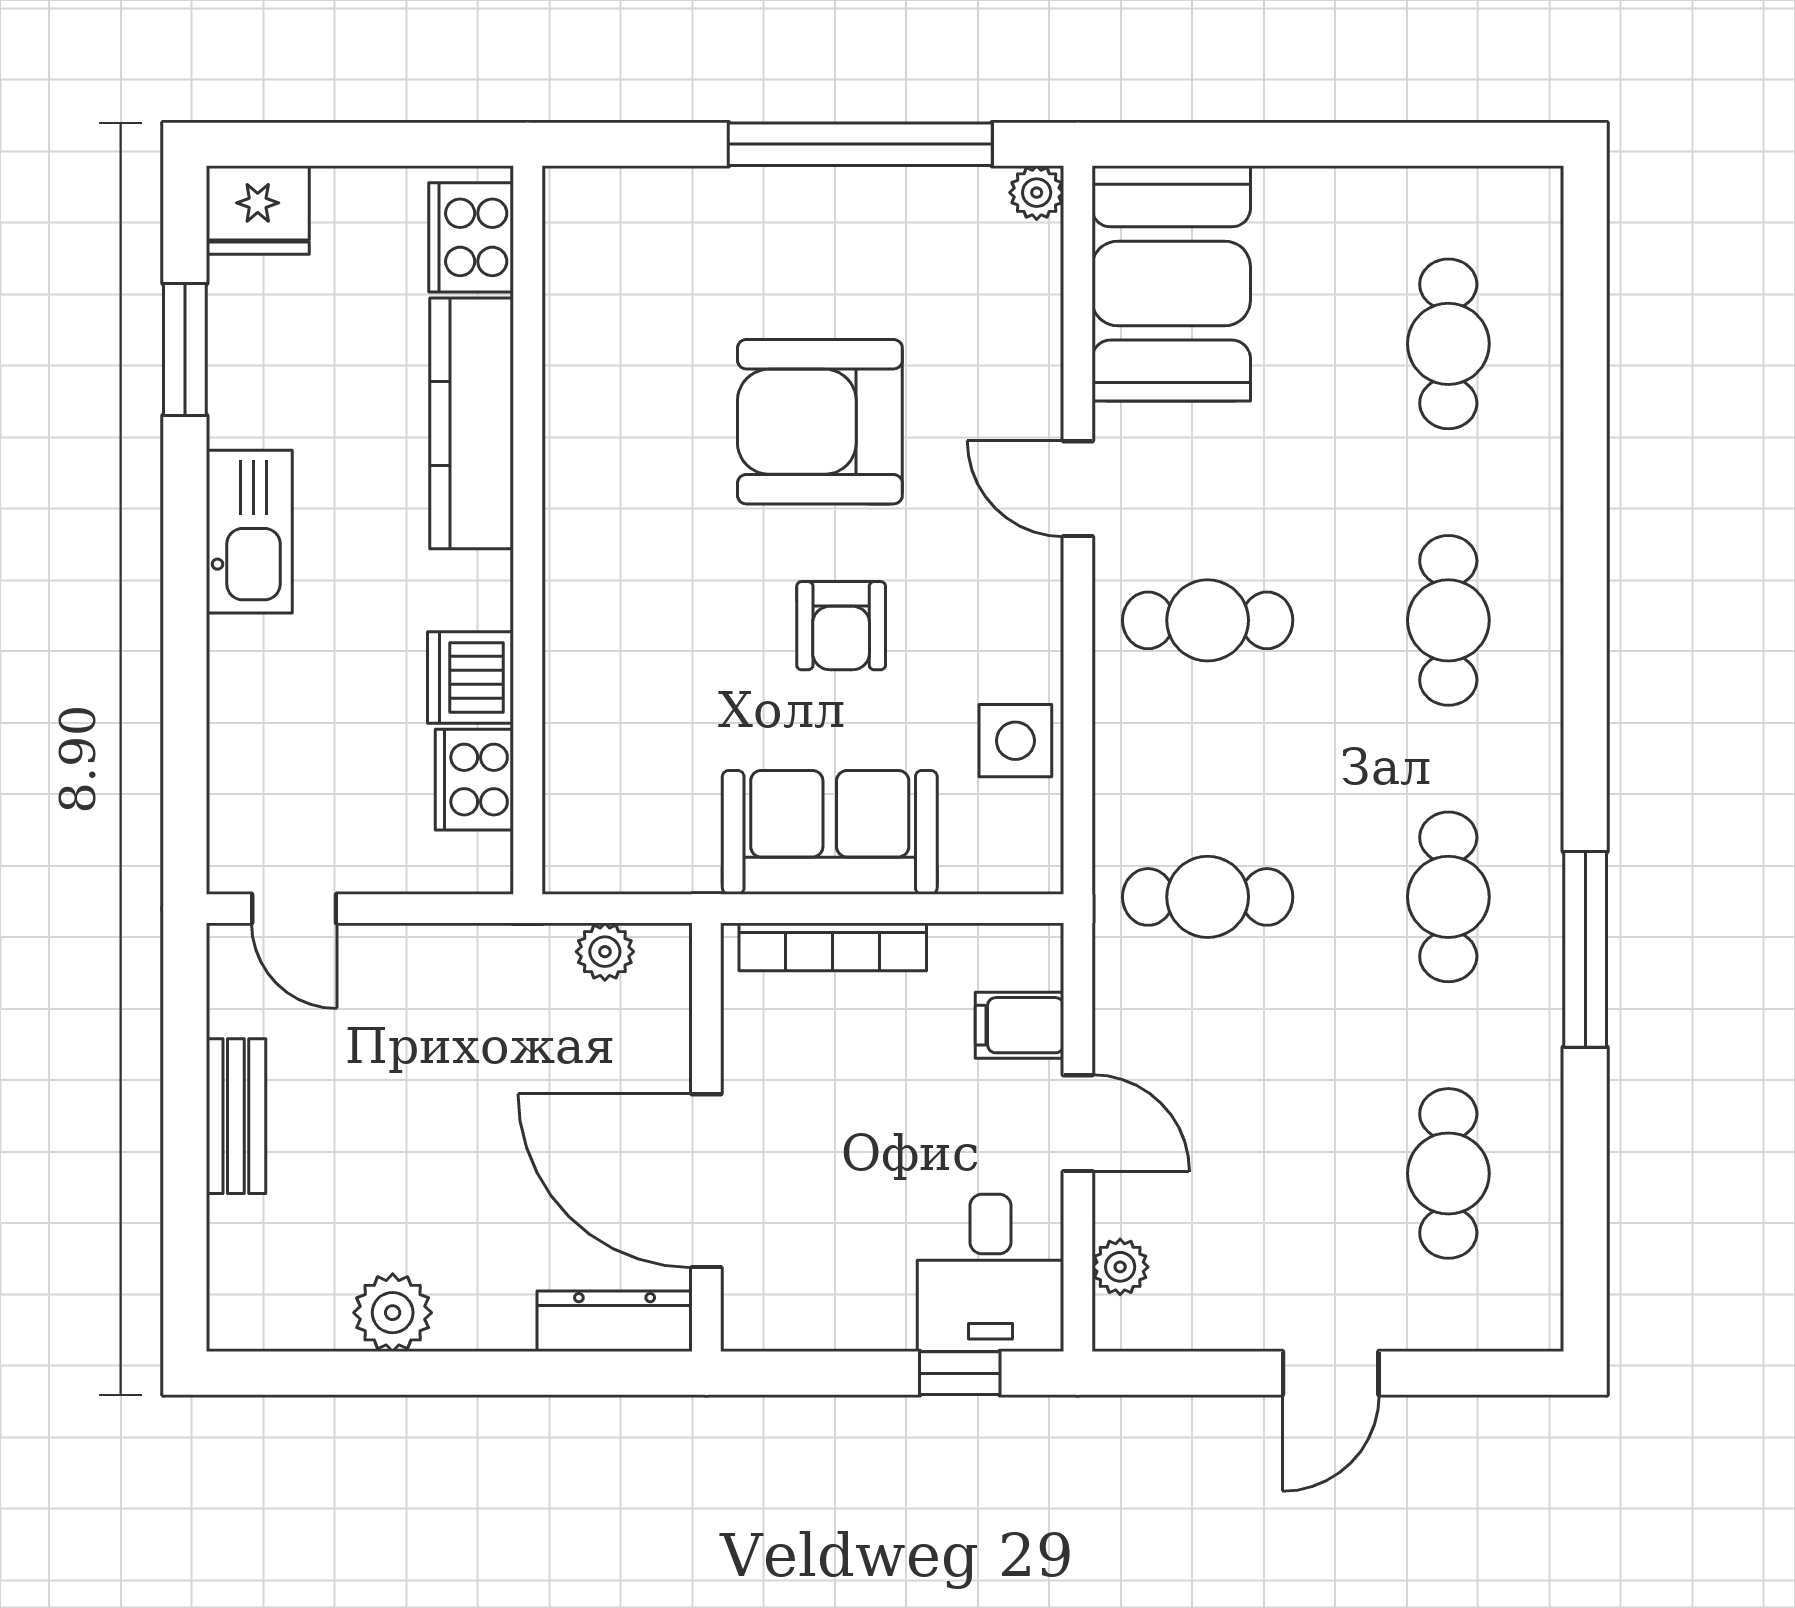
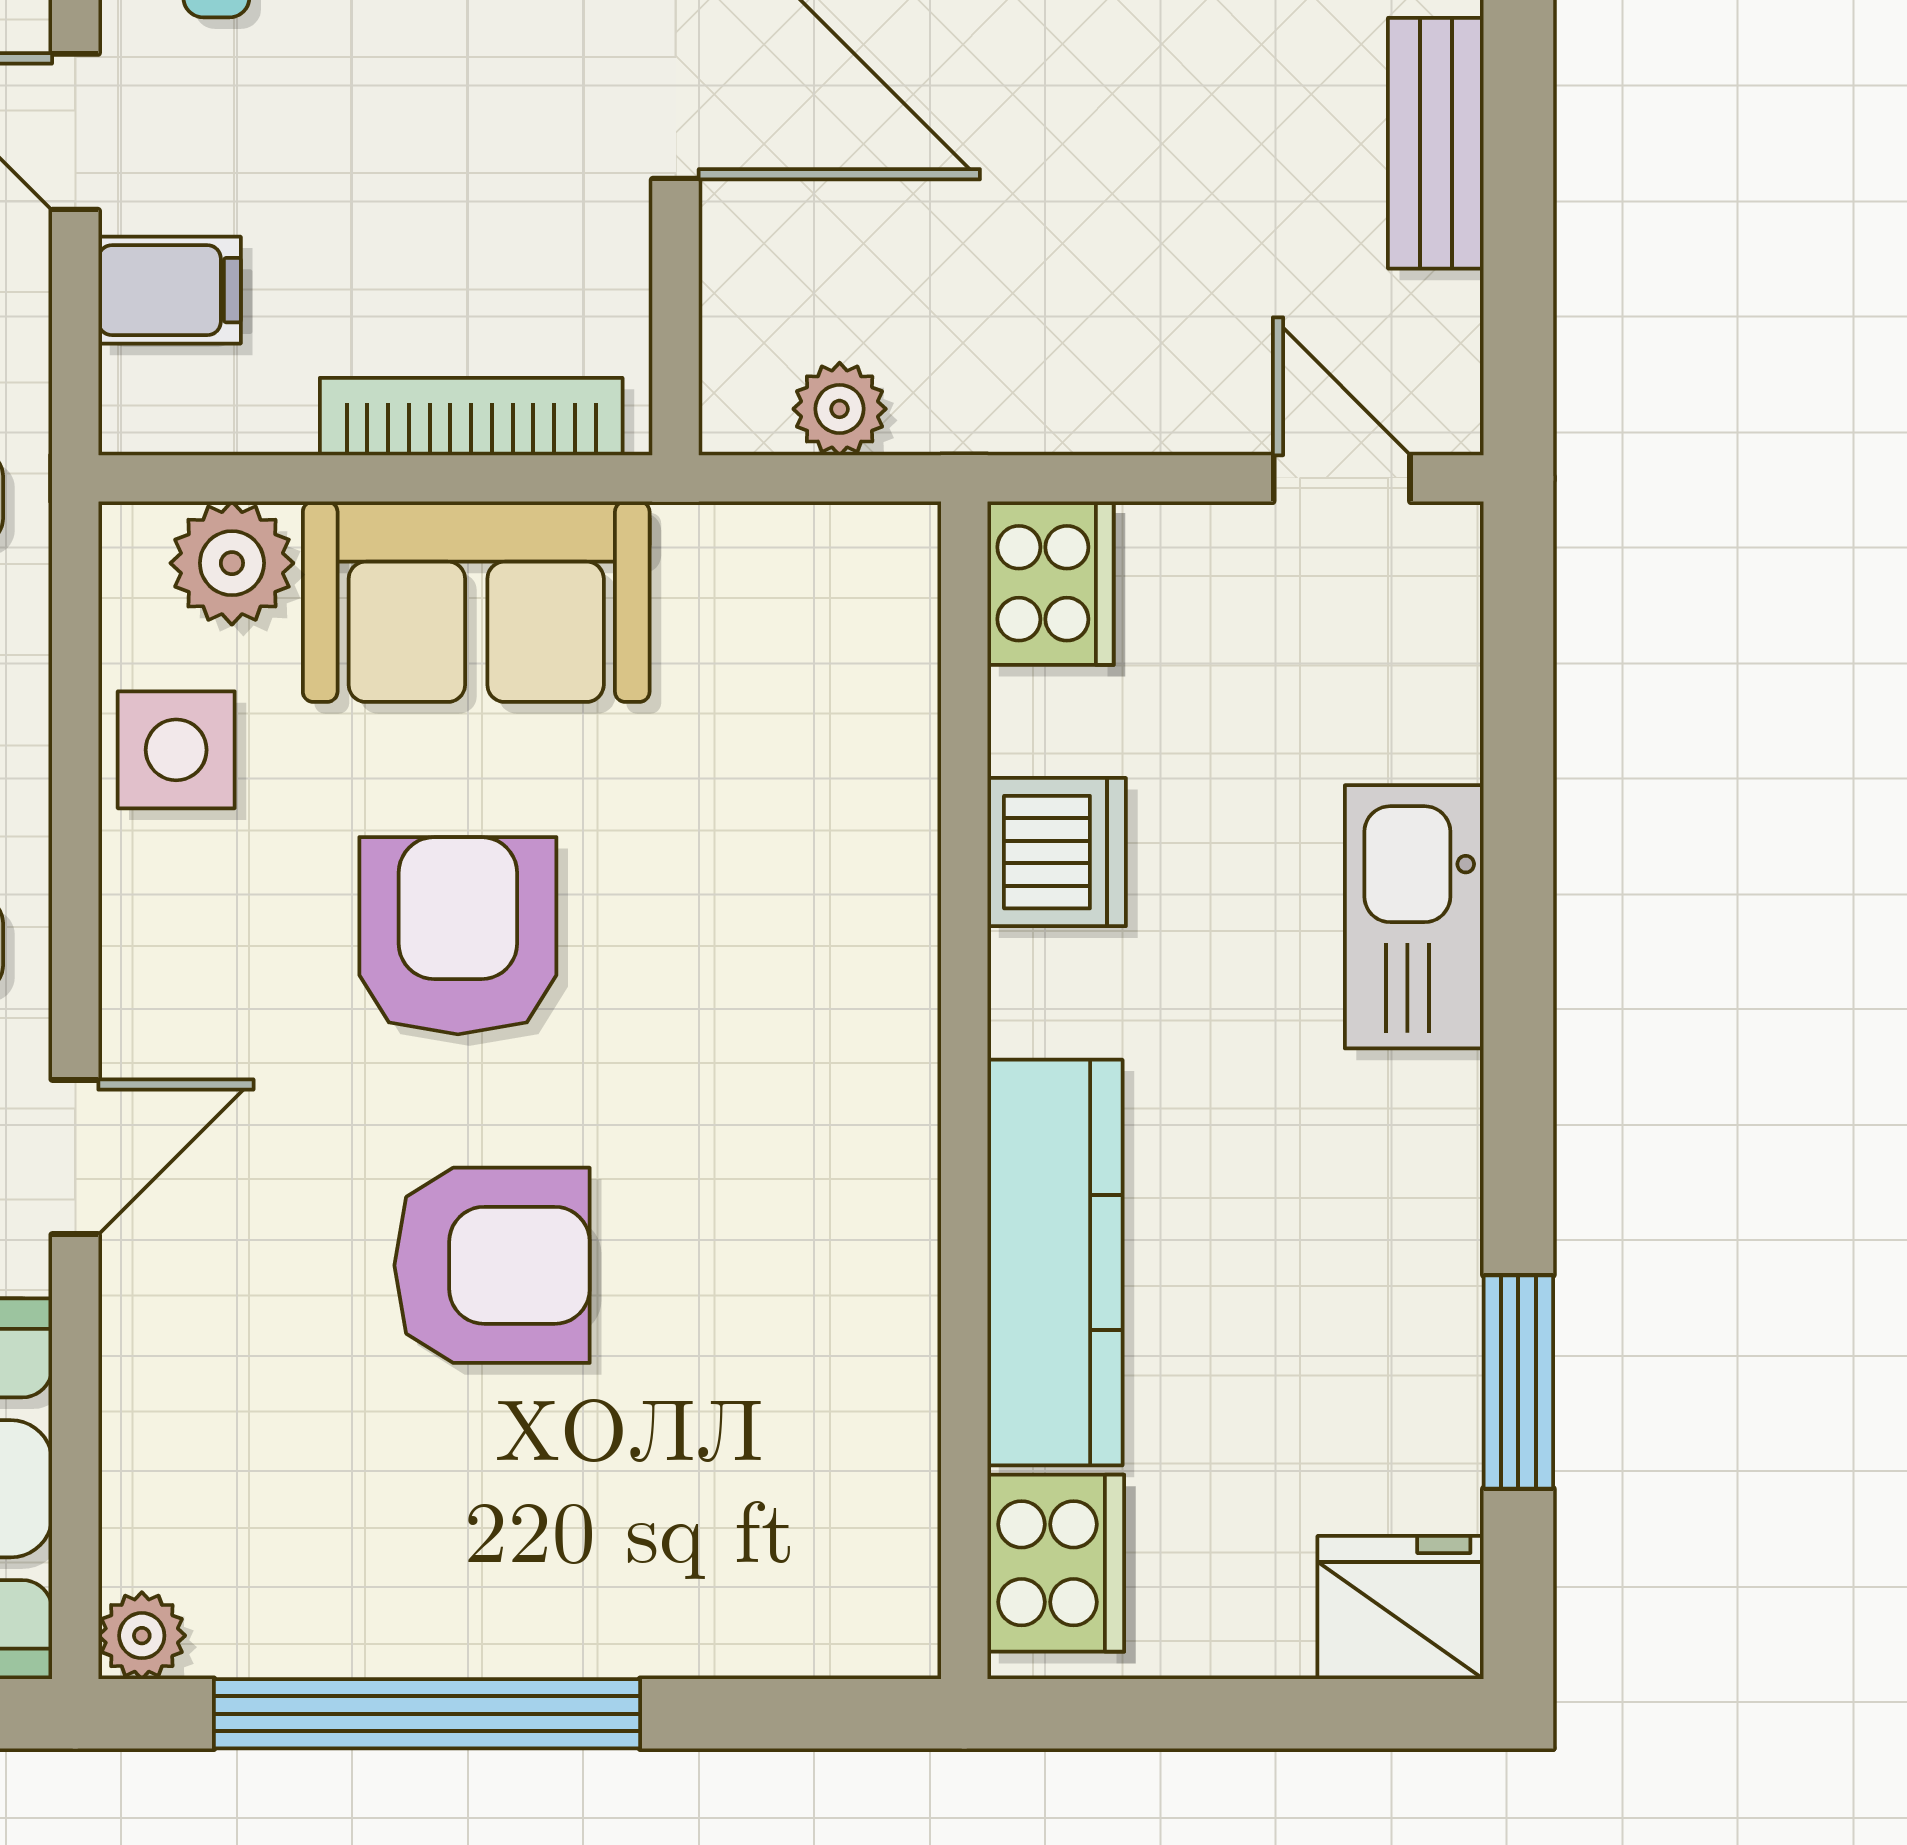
armchair: (820, 422) -> (492, 1265), width x0.73, depth x0.73
door: (1078, 489) -> (75, 1157), hinge flipped
kitchen sink: (249, 532) -> (1414, 917), moved
armchair: (841, 626) -> (458, 936), width x1.38, depth x1.38
cooker: (474, 780) -> (1050, 583), moved
plant: (981, 856) -> (232, 563), added

